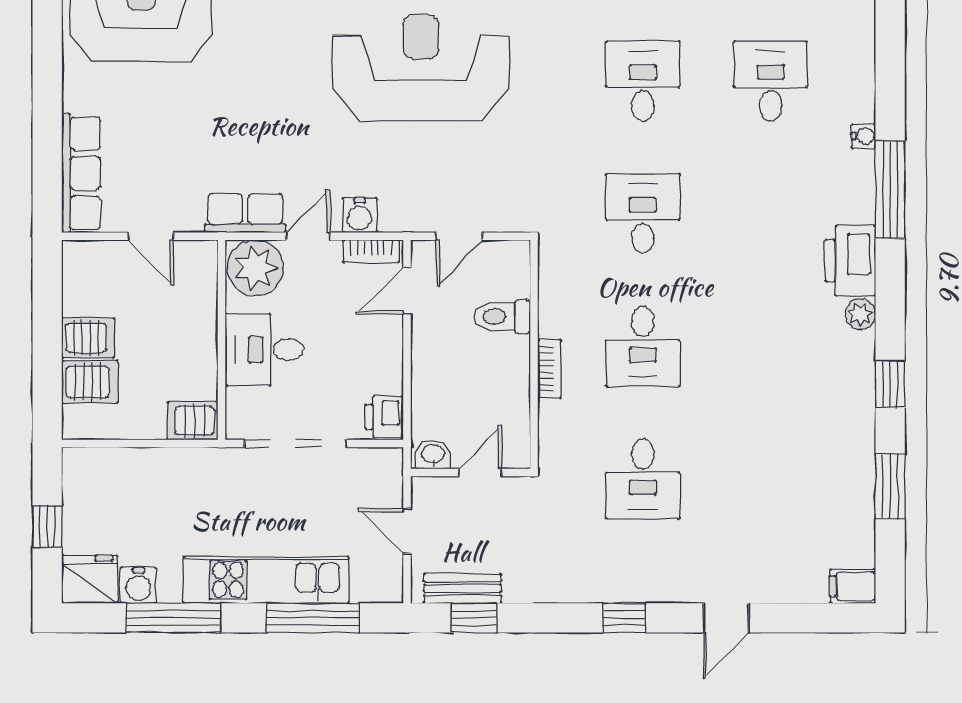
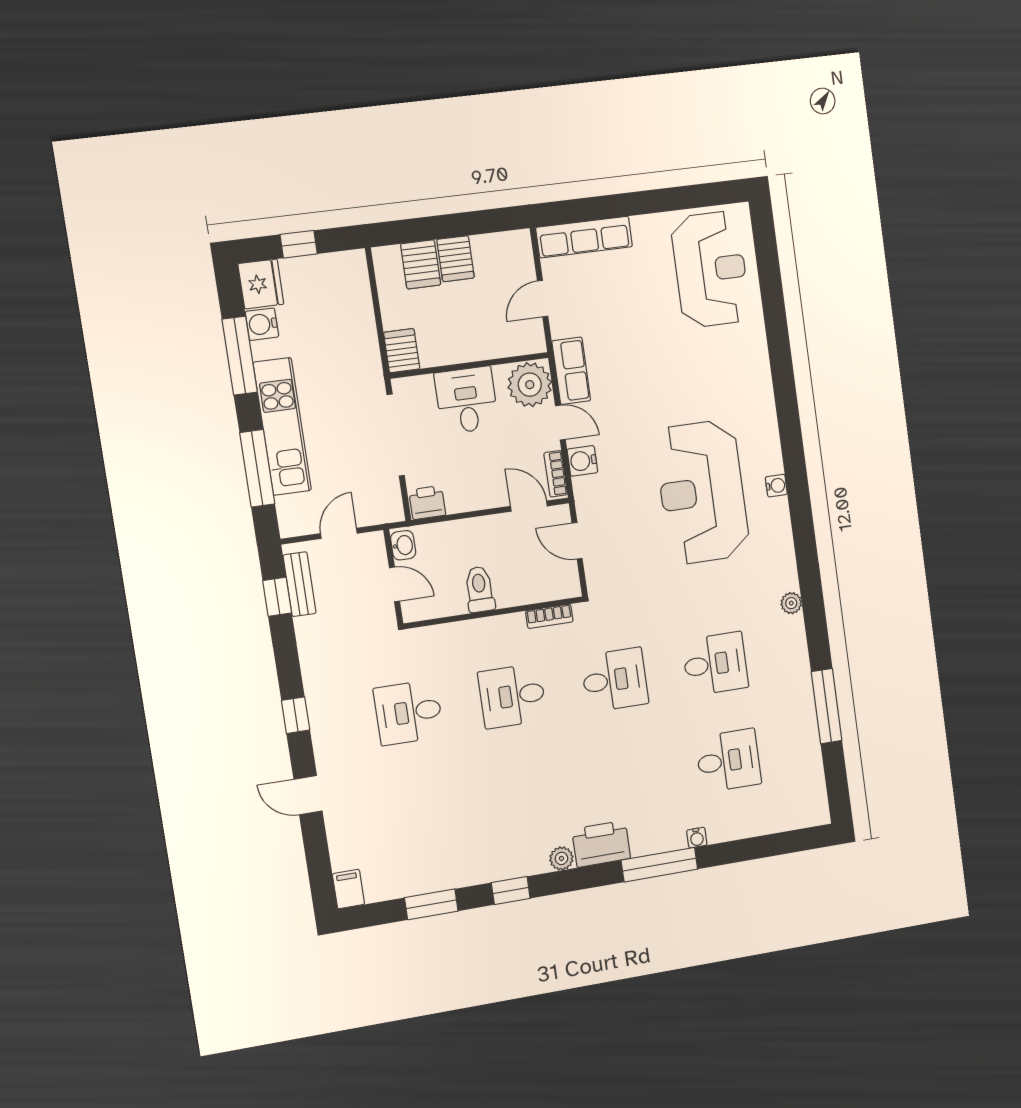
reception desk: (421, 68) -> (702, 492), turned 180
toilet: (502, 316) -> (480, 589), moved
bookcase: (549, 369) -> (549, 616), moved

